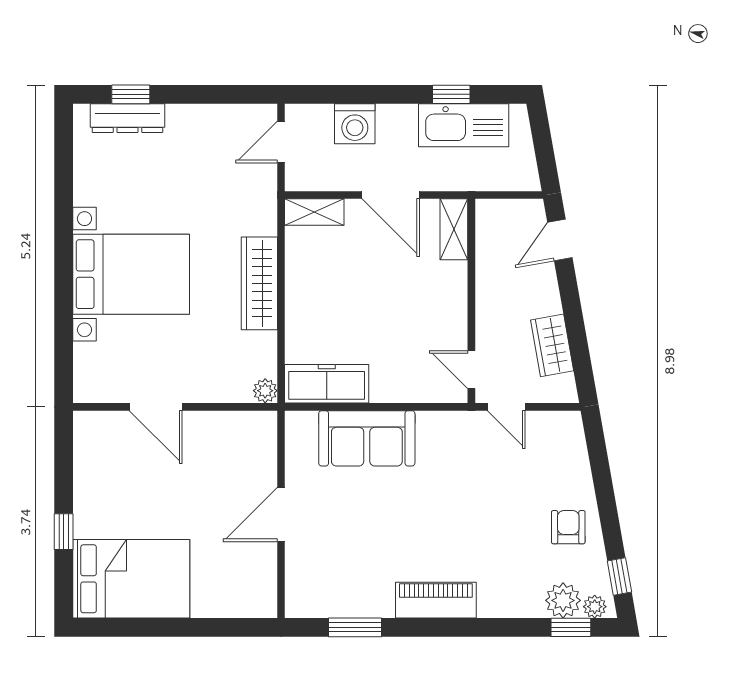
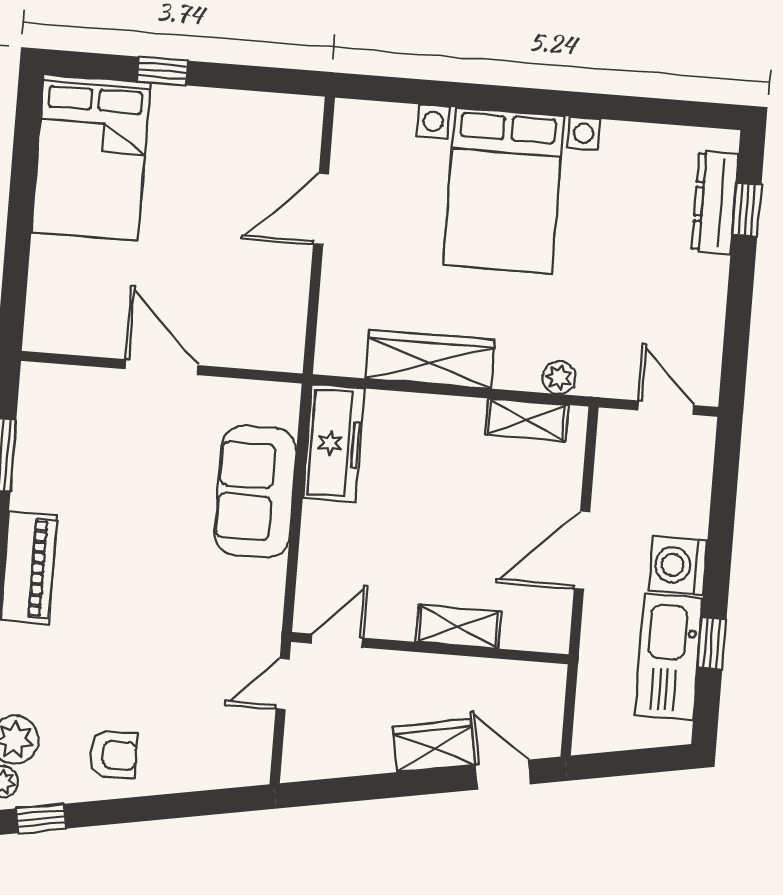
washing machine: (355, 124) -> (678, 565), moved
shelving: (314, 212) -> (527, 420), moved, turned 90
shelving: (454, 229) -> (458, 627), moved
wardrobe: (259, 283) -> (430, 359), moved
wardrobe: (552, 345) -> (434, 746), moved
plant: (265, 391) -> (559, 378), moved

